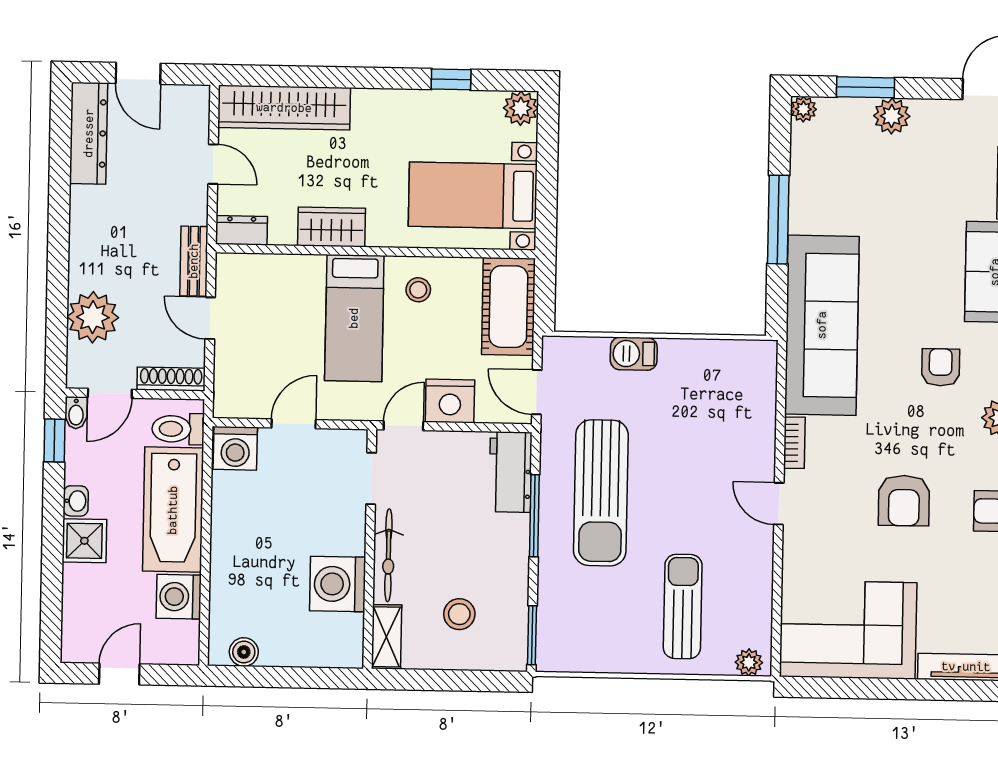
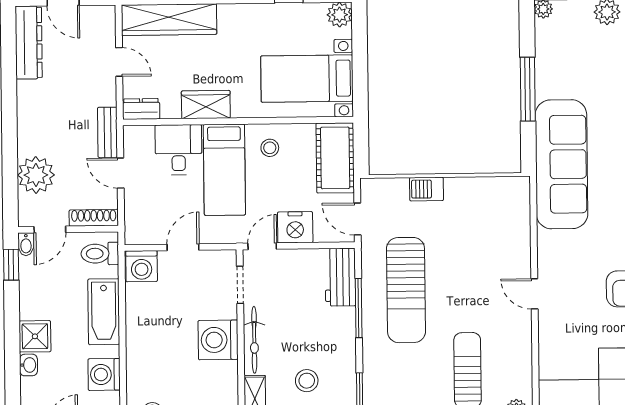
desk: (292, 288) -> (179, 150), added
bookcase: (794, 443) -> (544, 250), removed
washbasin: (76, 501) -> (28, 365), moved
bathtub: (173, 510) -> (104, 312), width x0.73, depth x0.73
washing machine: (338, 584) -> (218, 340), moved

